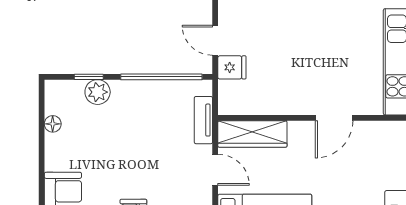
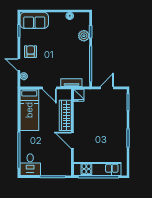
fridge: (232, 67) -> (79, 95), moved
wardrobe: (252, 134) -> (65, 115), moved
door: (215, 170) -> (49, 88), hinge flipped

